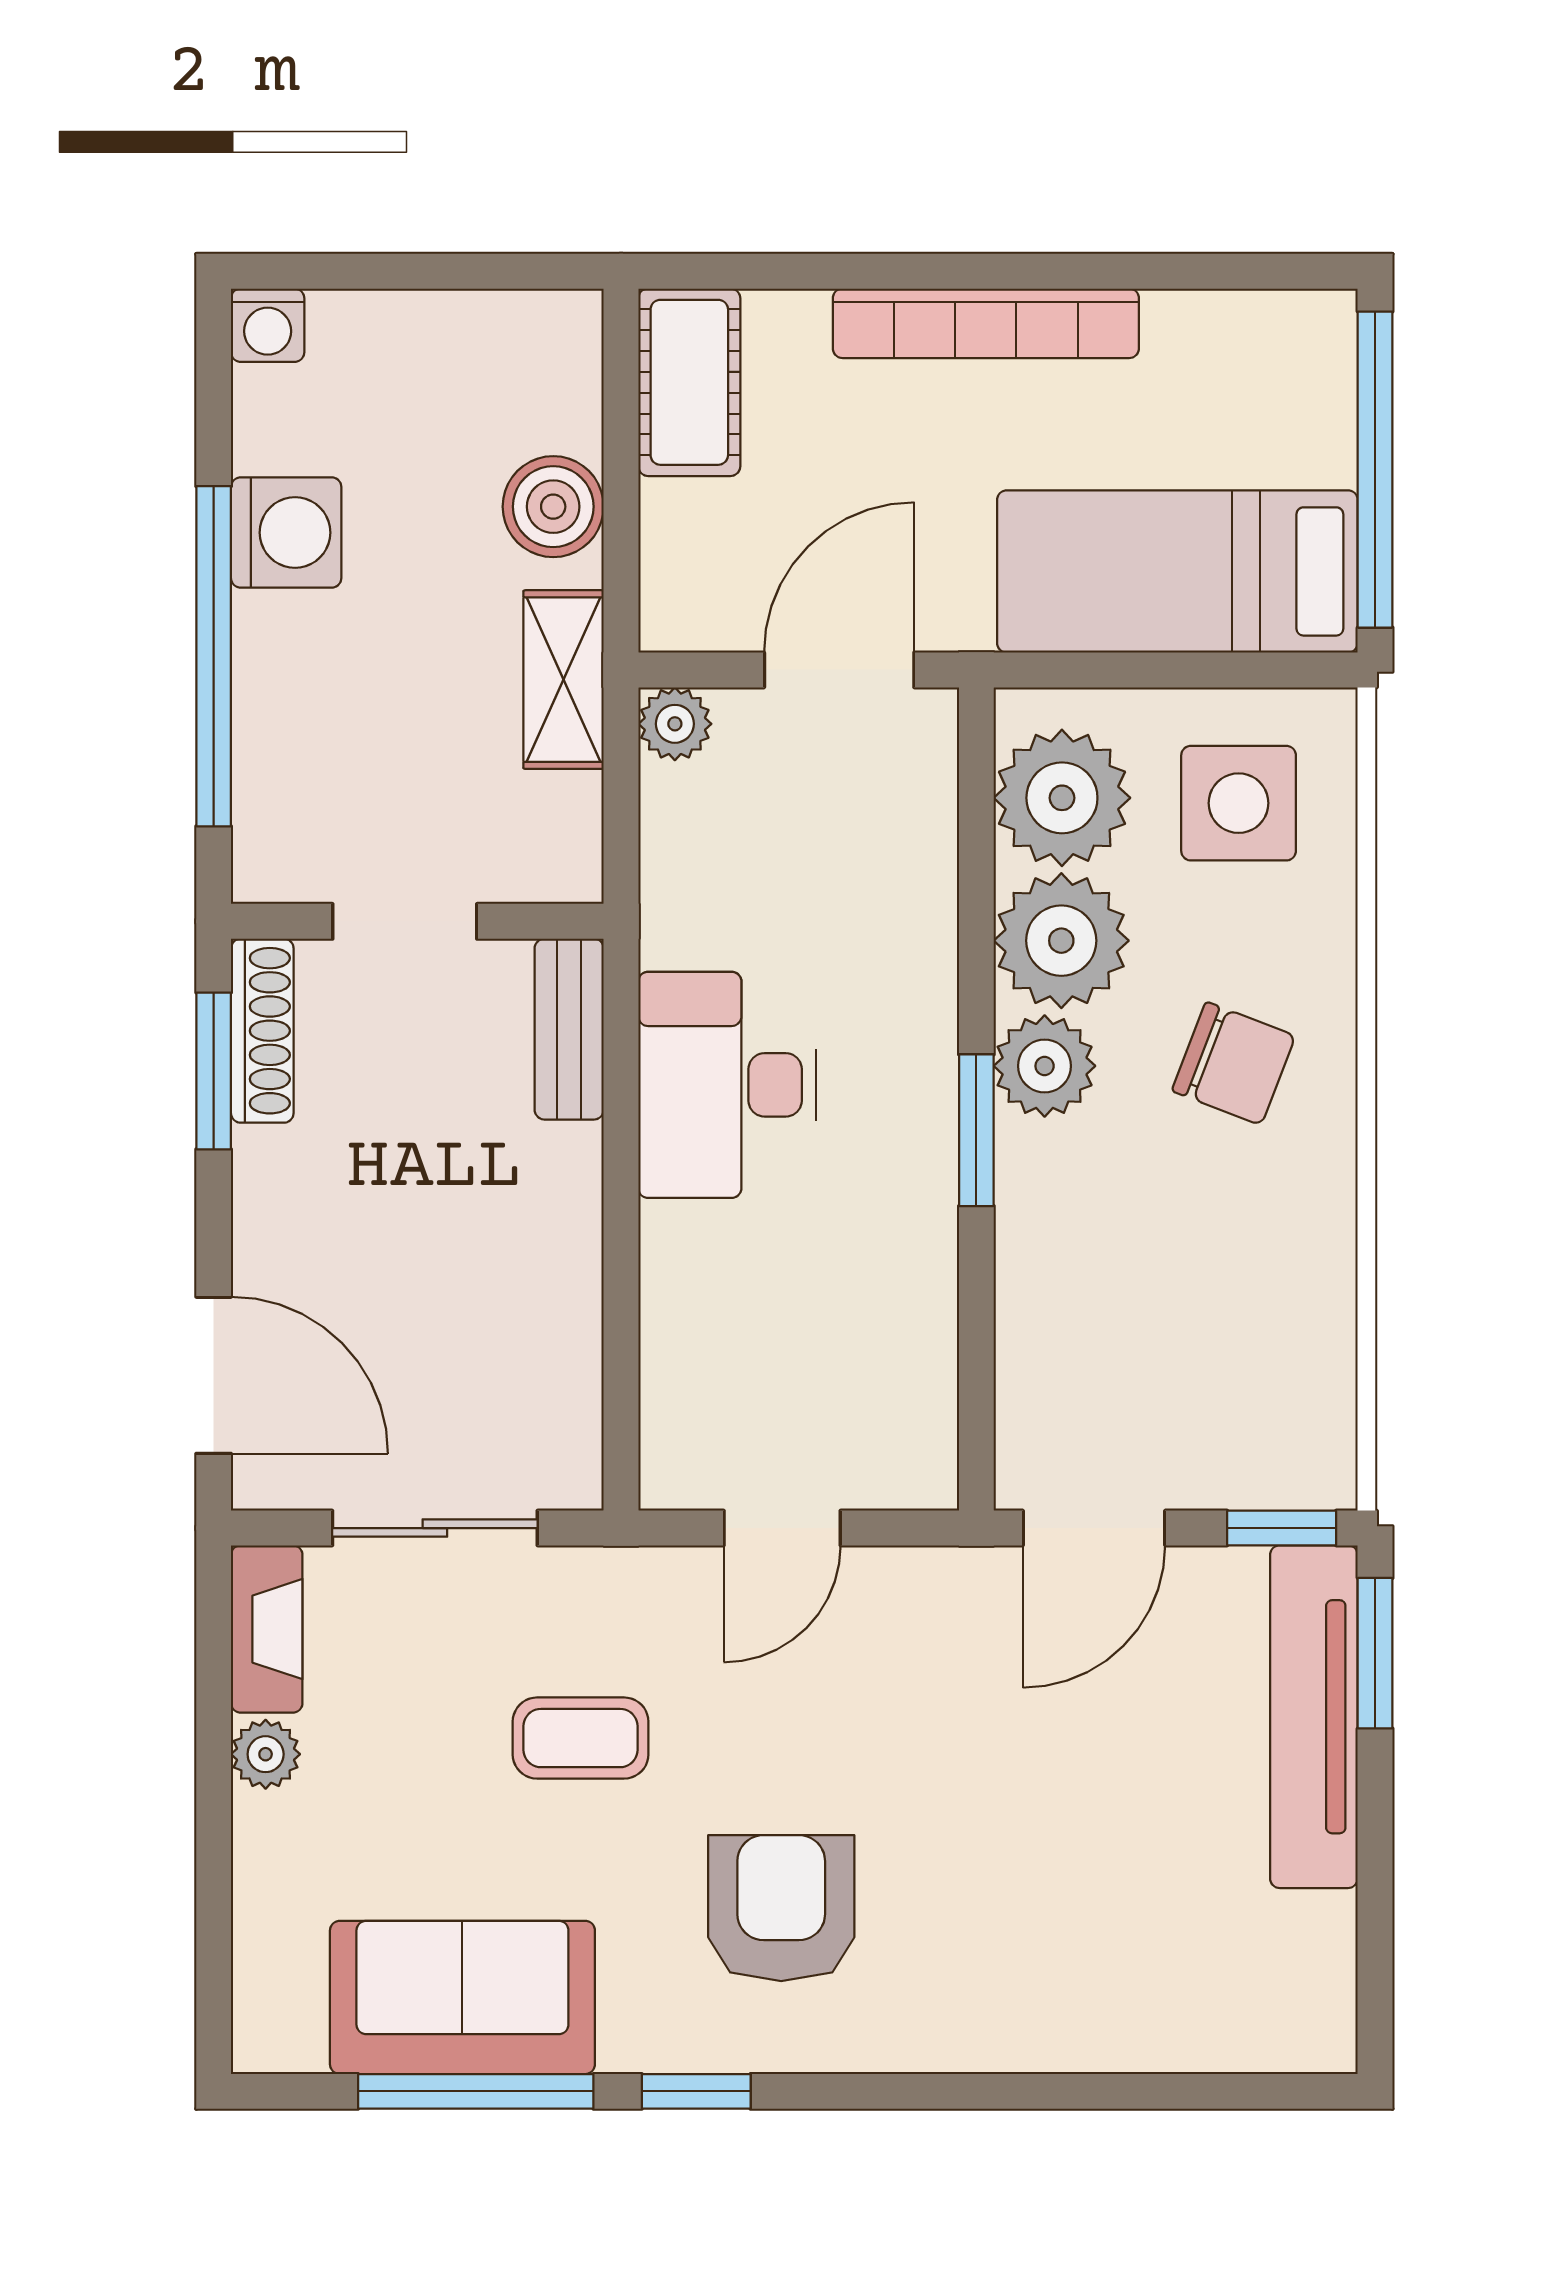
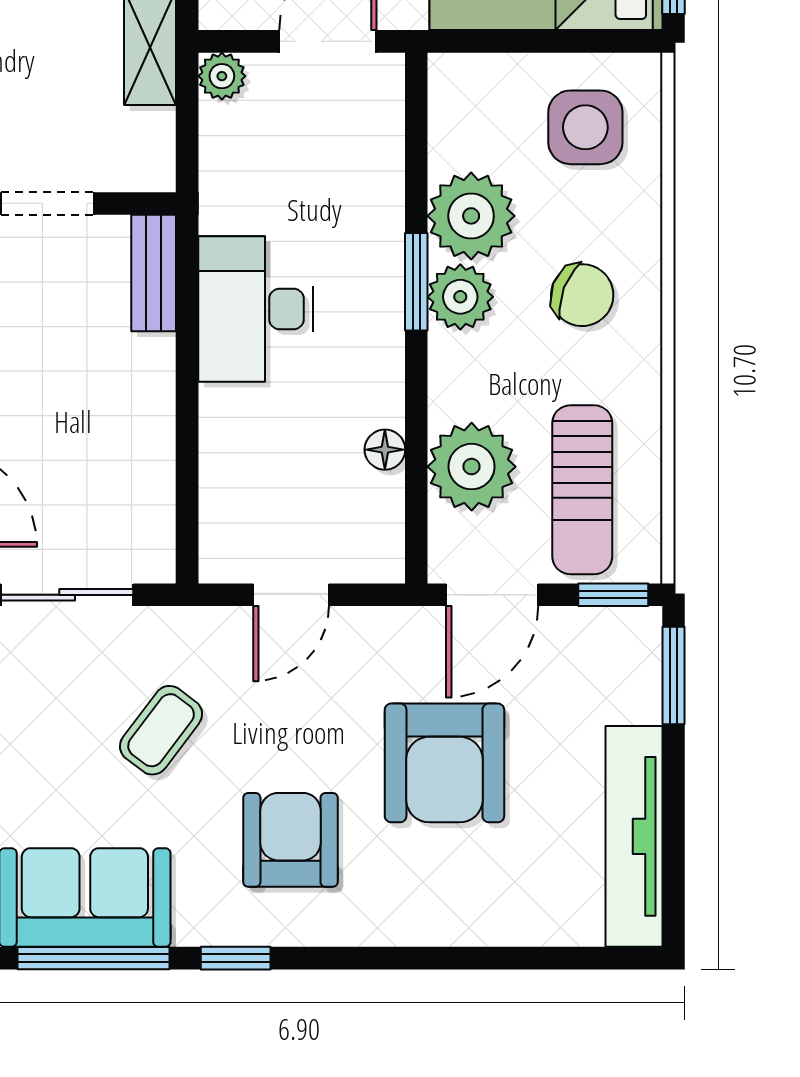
plant: (1062, 798) -> (472, 467), moved
window: (976, 1130) -> (416, 282), moved
floor lamp: (928, 1303) -> (385, 450), added
sun lounger: (1234, 1365) -> (582, 490), added
tv unit: (1314, 1717) -> (634, 836), moved
coffee table: (581, 1738) -> (161, 730), turned -53
armchair: (1020, 1789) -> (444, 763), added

